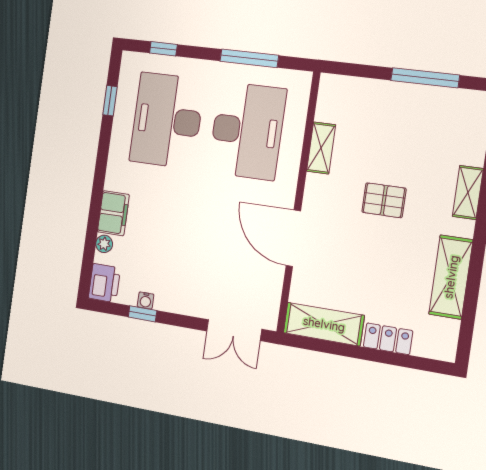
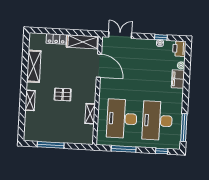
window: (110, 101) -> (184, 127), width x2.17
desk: (167, 120) -> (157, 121), turned 180
door: (293, 238) -> (99, 66), moved

